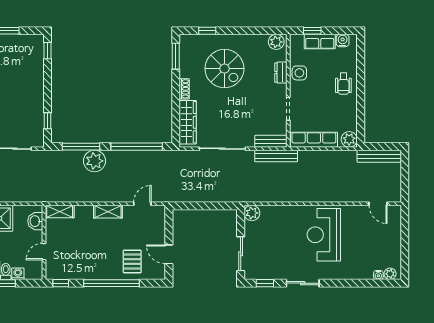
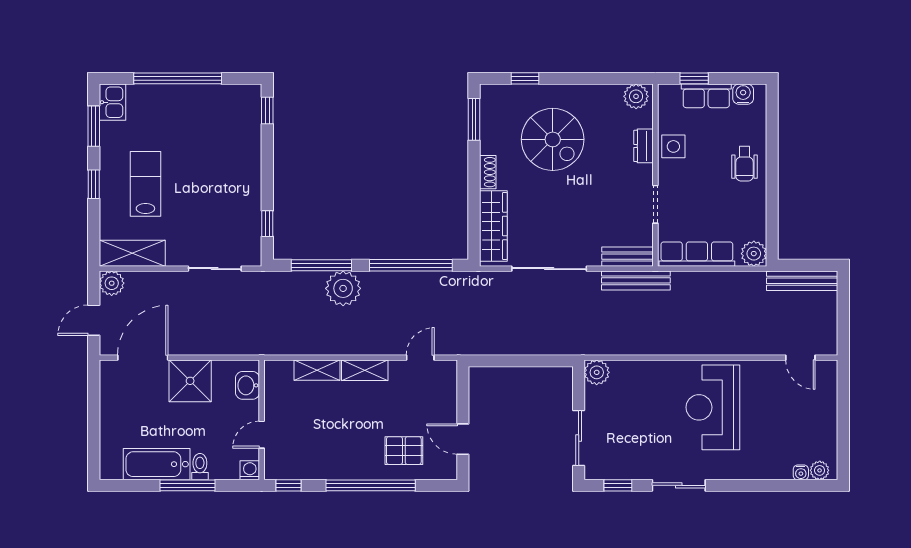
shelving: (60, 212) -> (317, 370), moved
pallet: (132, 261) -> (404, 451), turned 90
washing machine: (18, 274) -> (250, 470), moved

